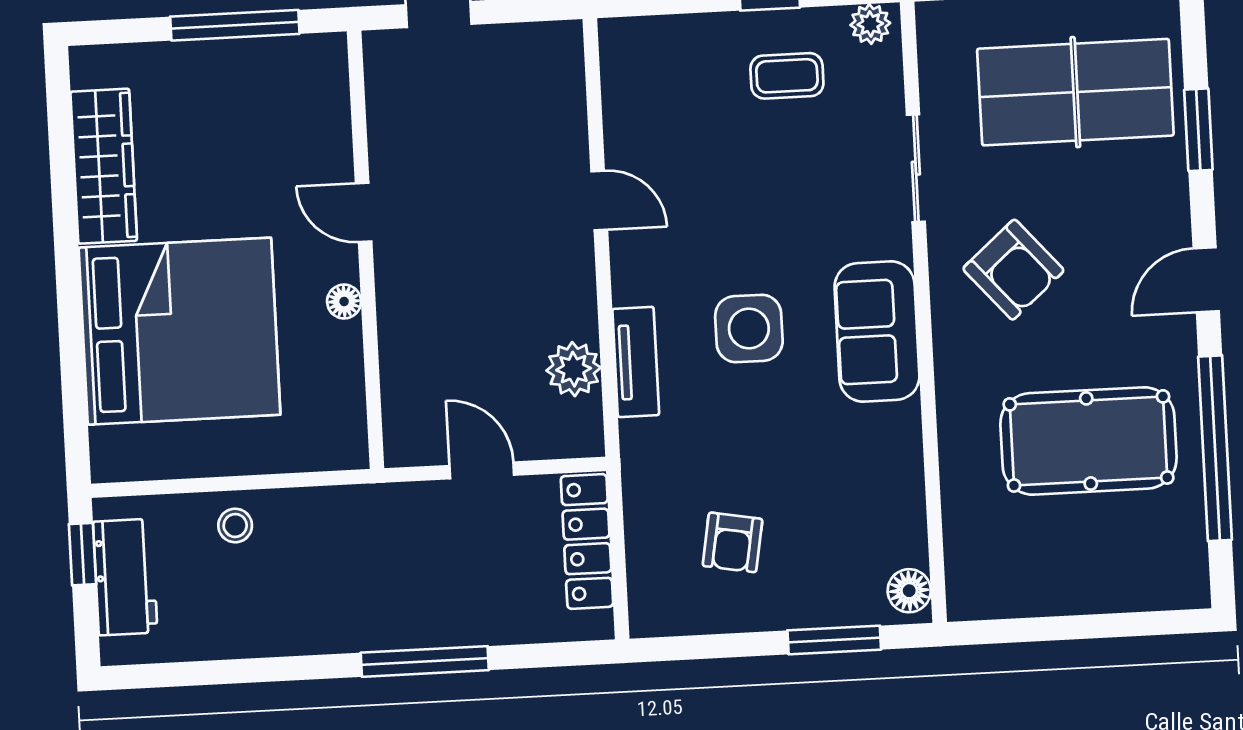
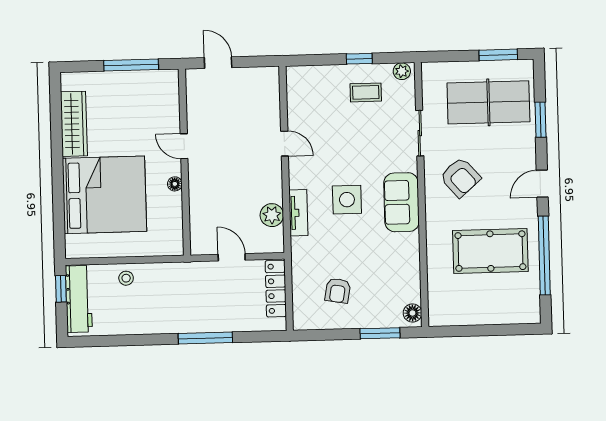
workbench: (125, 577) -> (79, 299), width x1.38

